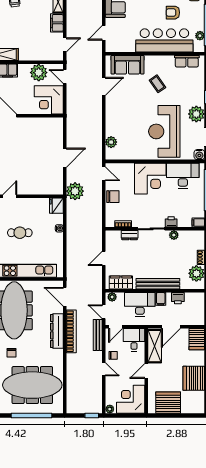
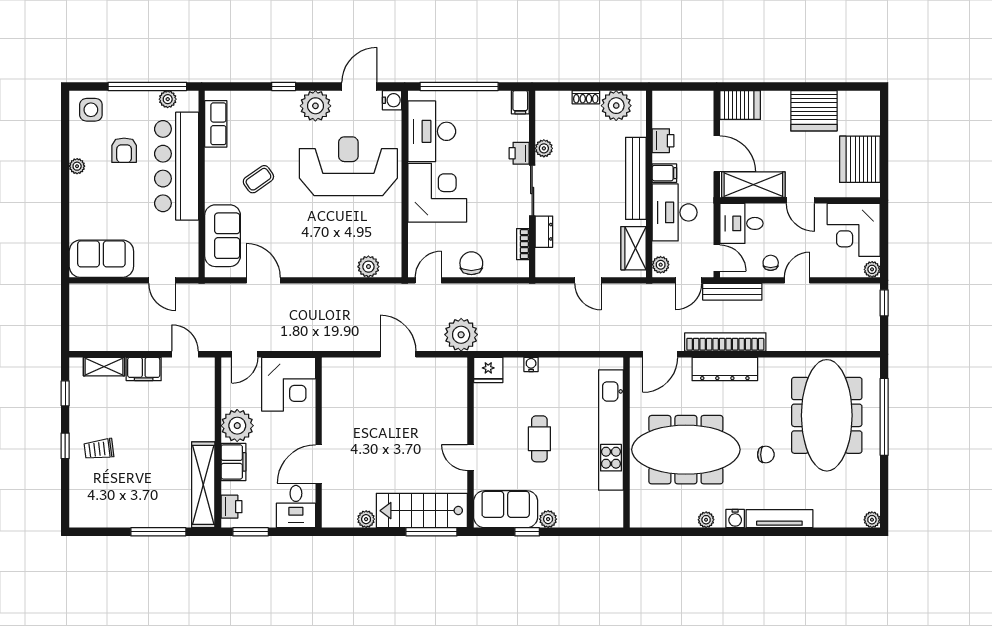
plant: (39, 73) -> (237, 426), moved
reception desk: (164, 131) -> (348, 166), turned 180

